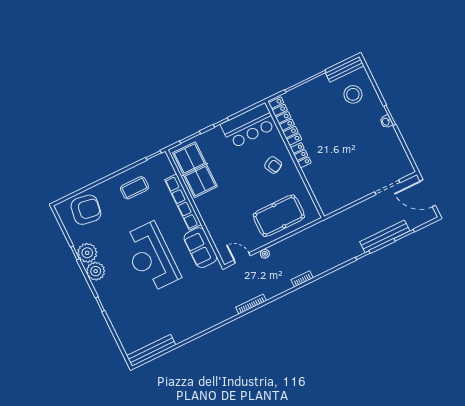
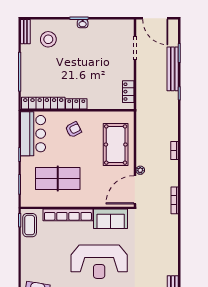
bench: (345, 69) -> (25, 32), width x0.73
table tennis table: (195, 170) -> (58, 178), moved
coffee table: (134, 188) -> (30, 225), moved
door: (428, 193) -> (155, 18), hinge flipped
locker: (339, 202) -> (128, 92), added
door: (242, 258) -> (135, 190), width x1.87

